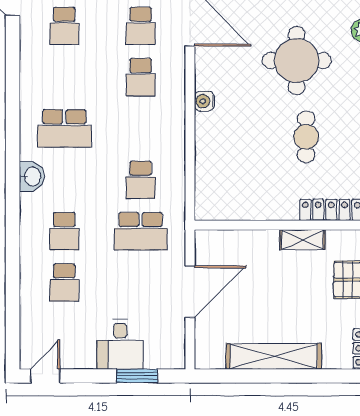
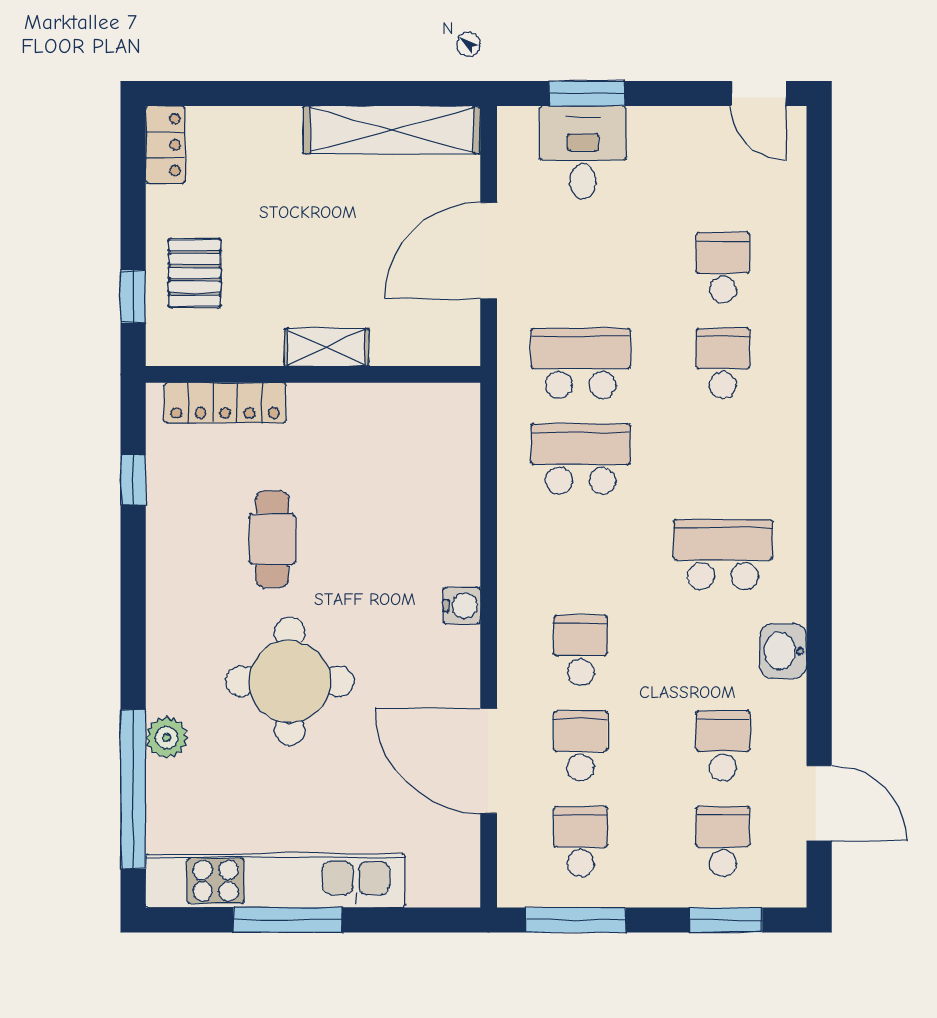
washbasin: (32, 176) -> (783, 651), moved
school desk: (141, 180) -> (581, 459), width x1.85
shelving: (302, 240) -> (326, 347), moved
desk: (120, 344) -> (583, 153), moved
shelving: (274, 356) -> (392, 130), moved
door: (45, 376) -> (759, 93), hinge flipped

